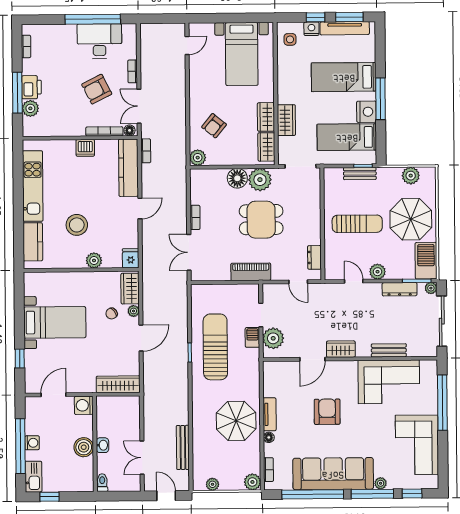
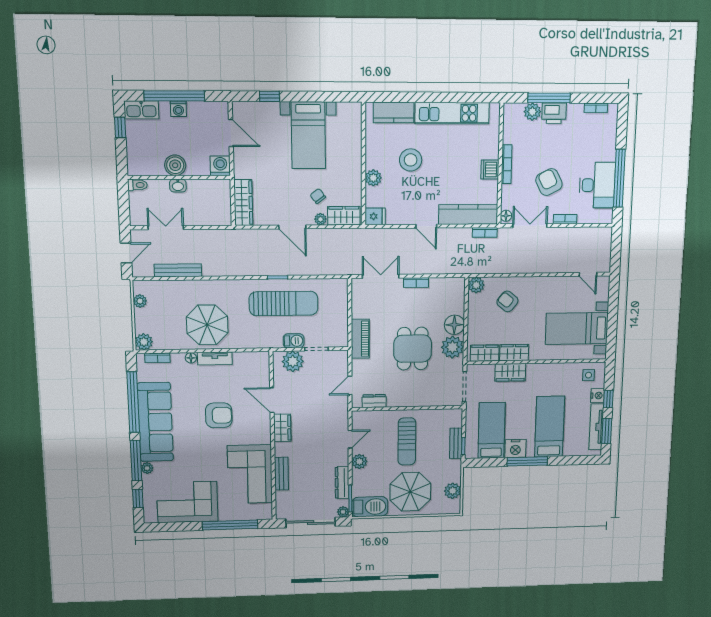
bookcase: (104, 131) -> (507, 164), moved

